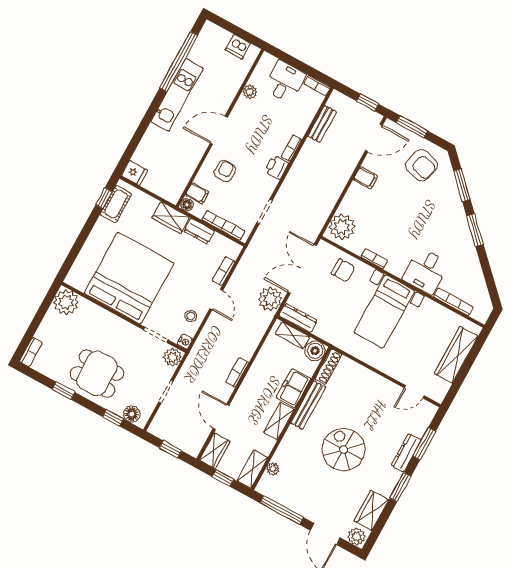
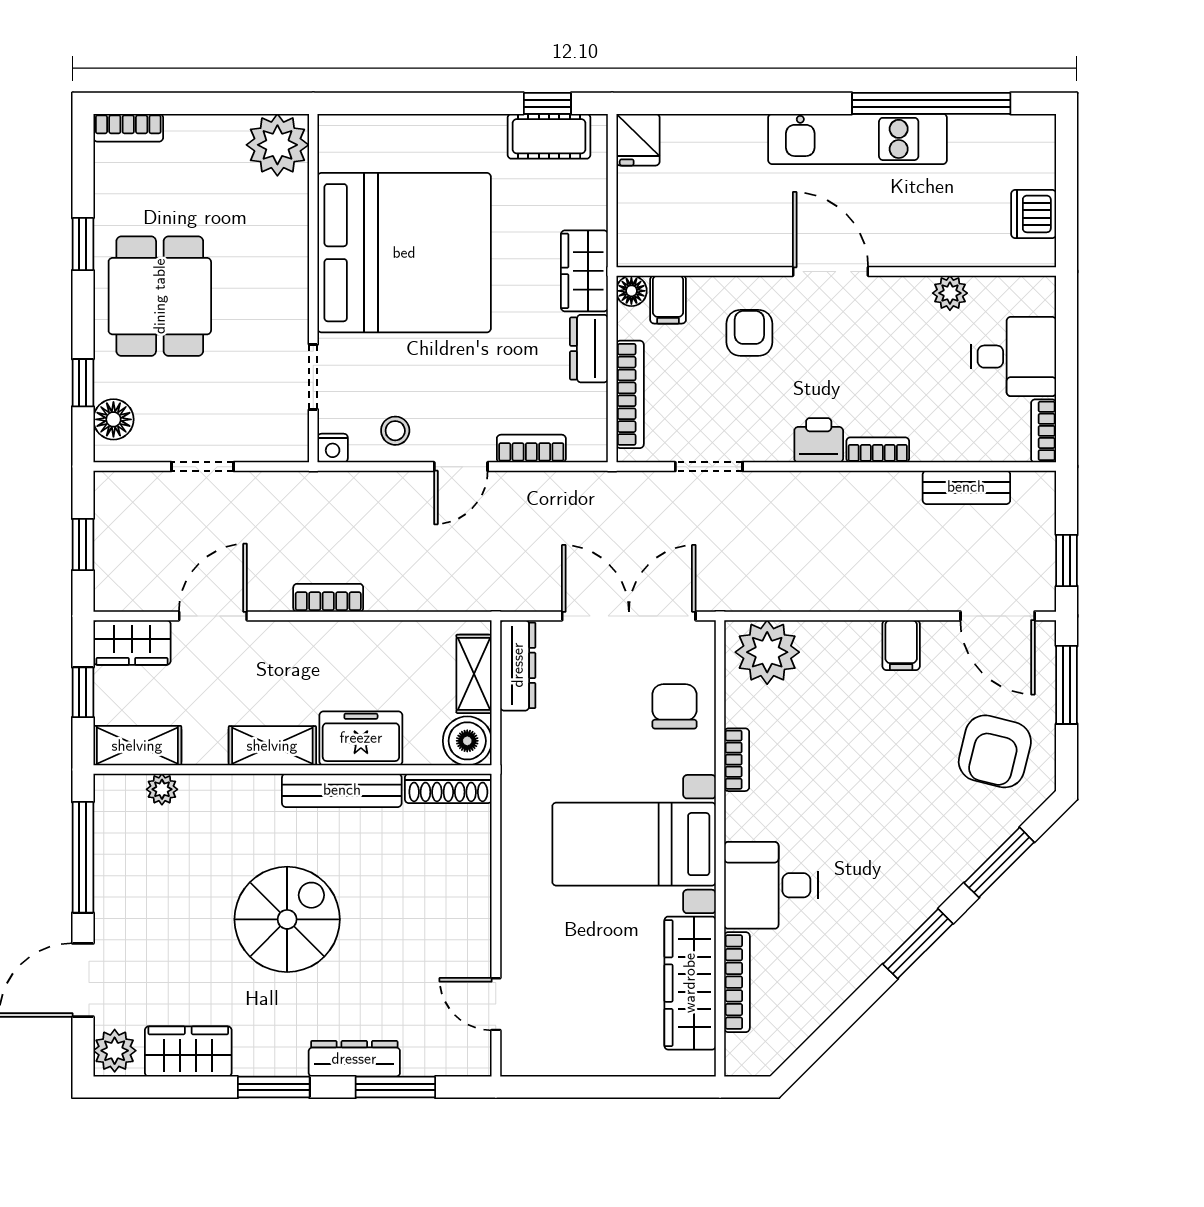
armchair: (225, 171) -> (749, 333), turned -90
chair: (343, 270) -> (674, 706), turned 180
plant: (270, 299) -> (526, 582), removed
wardrobe: (456, 355) -> (690, 983), moved, turned -90
plant: (172, 357) -> (284, 440), removed

